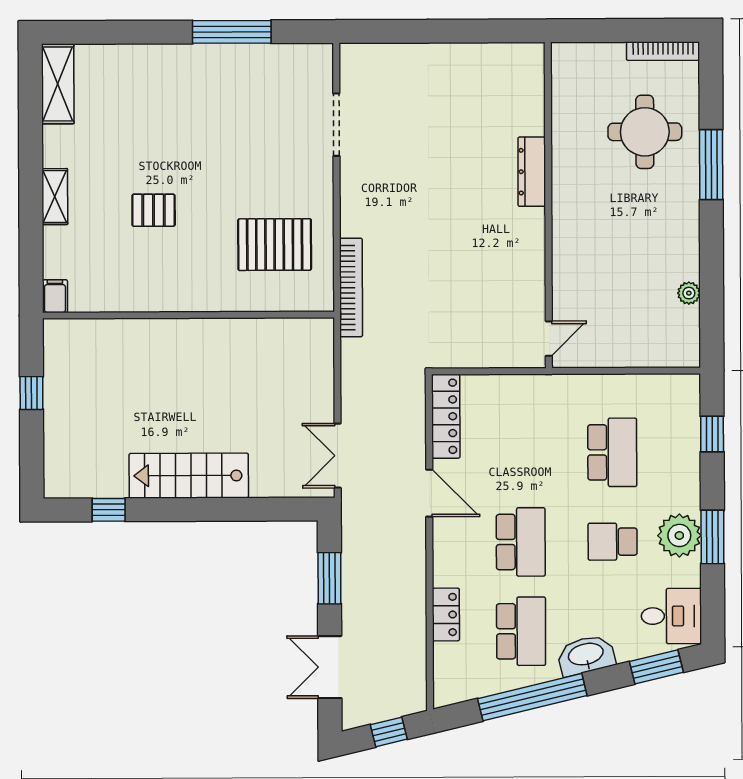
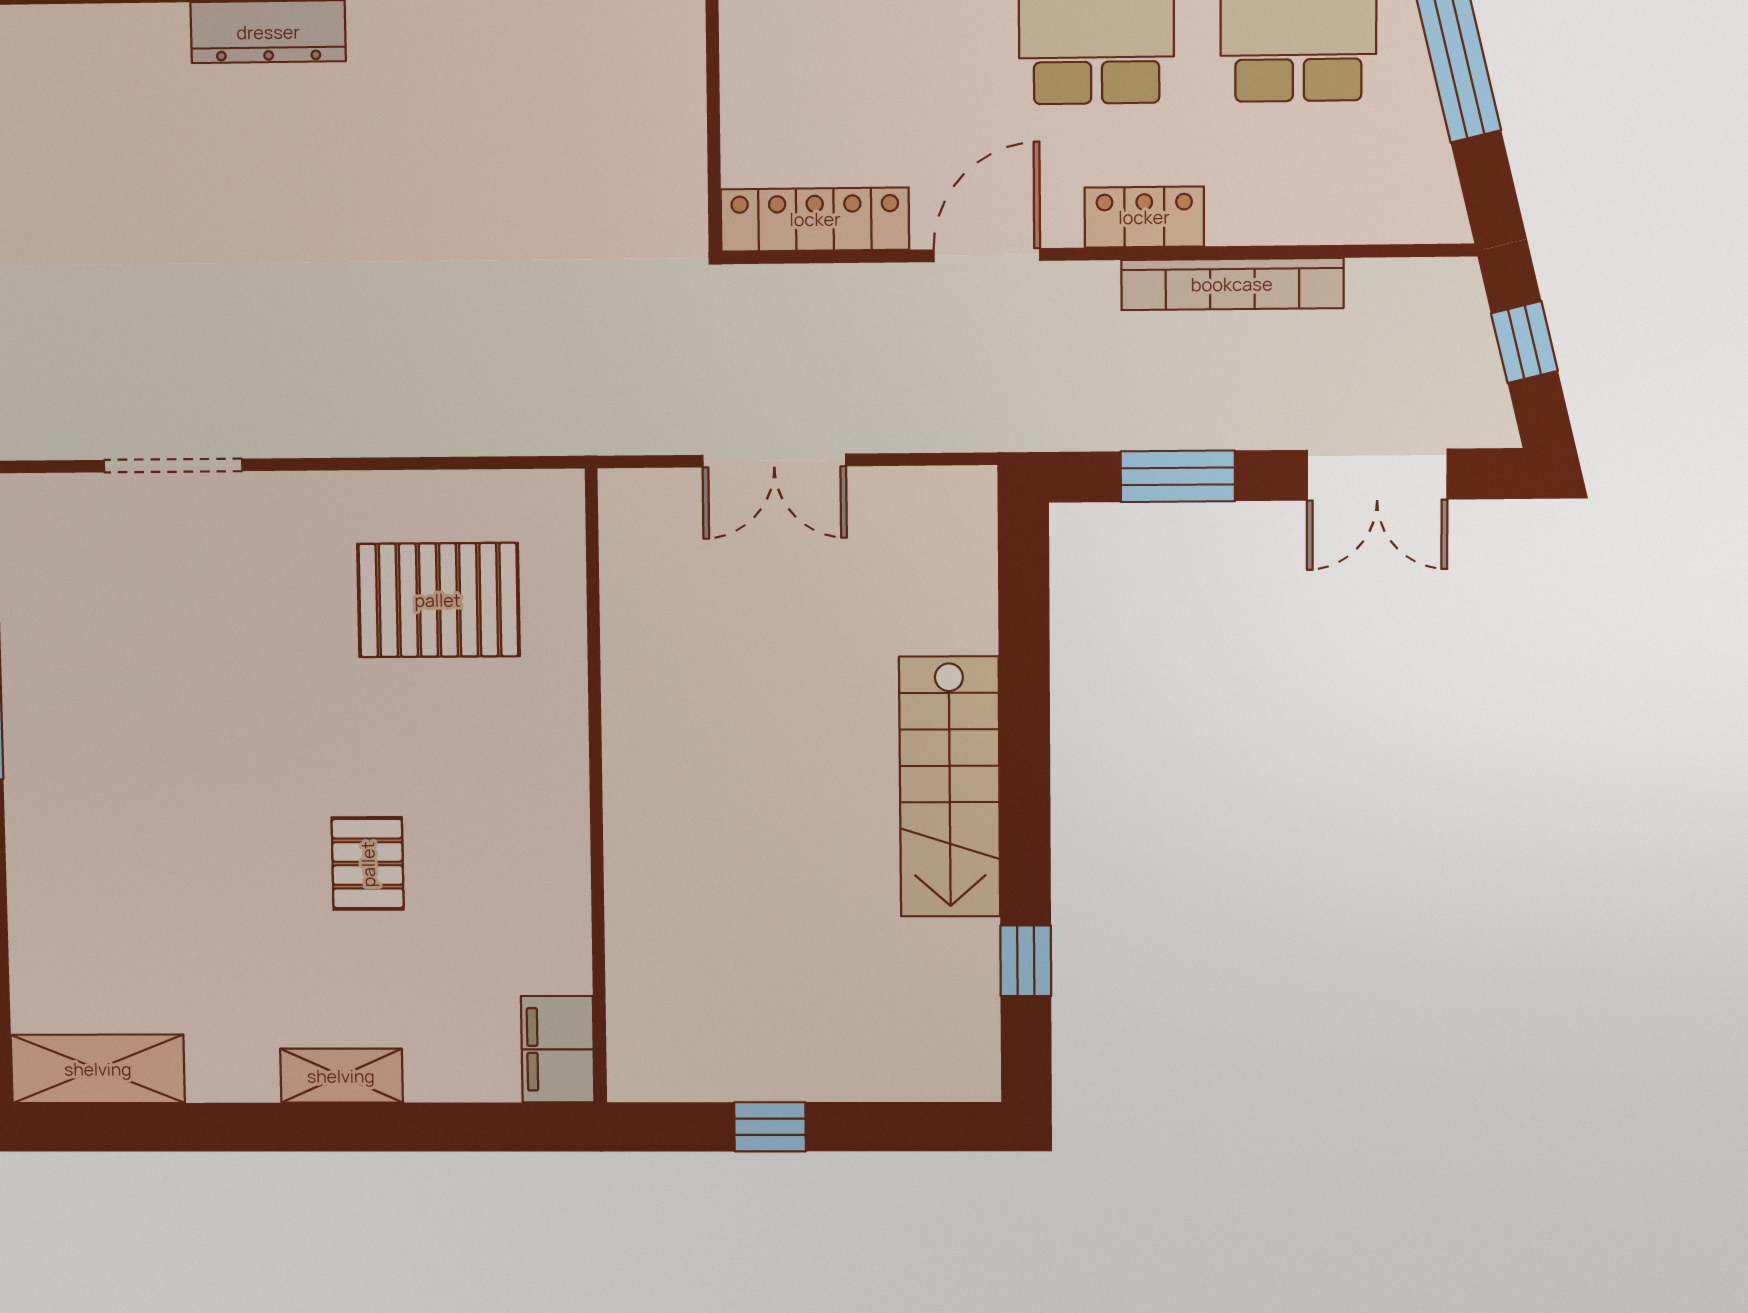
pallet: (275, 245) -> (438, 600), turned 90
bookcase: (351, 288) -> (1232, 284), moved, turned 180
filing cabinet: (55, 296) -> (558, 1049), width x2.00
double door: (338, 456) -> (774, 461), moved
locker: (446, 614) -> (1144, 217), moved

